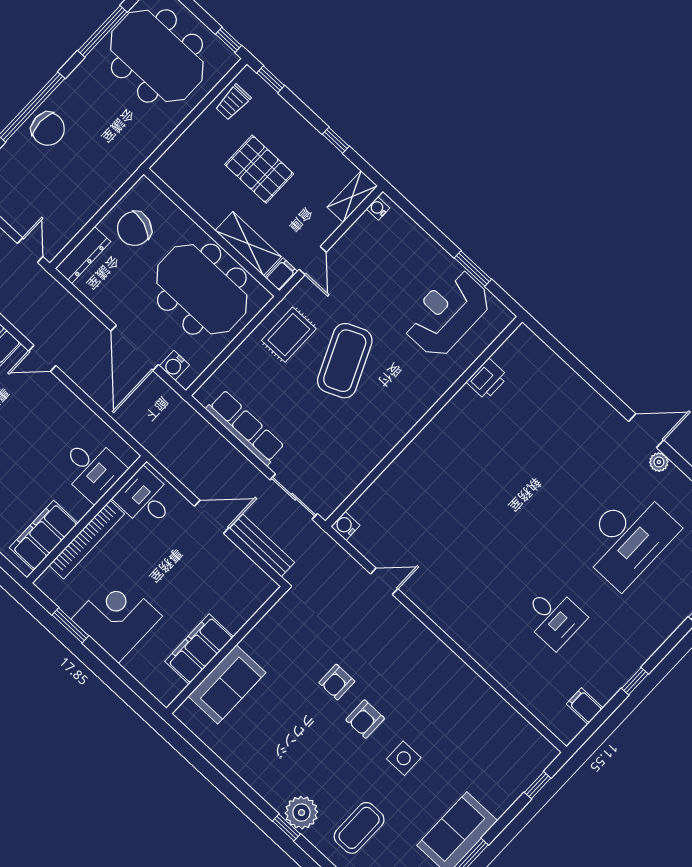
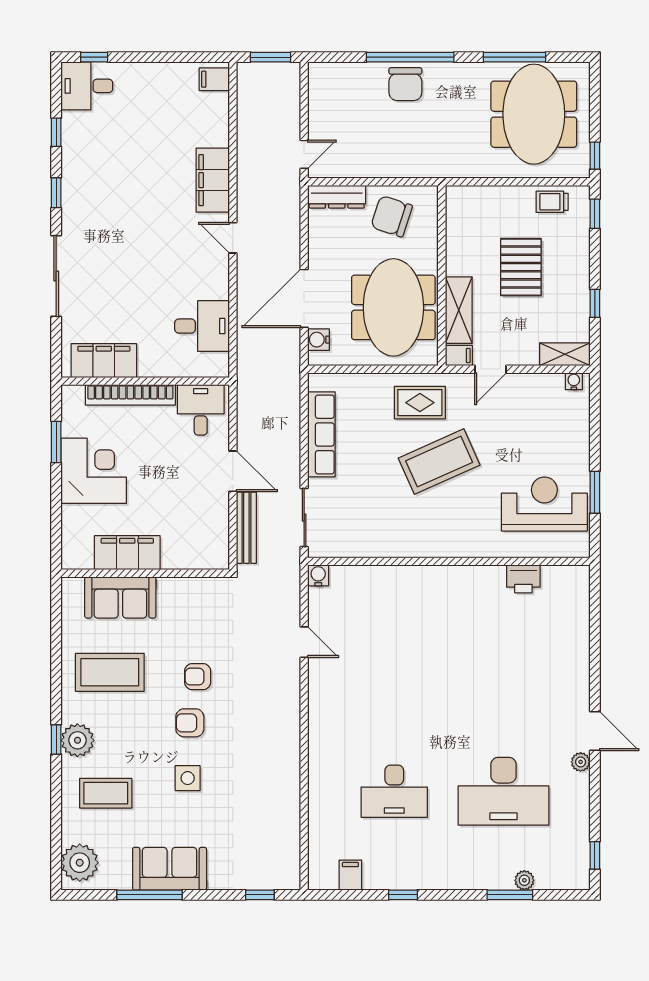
desk: (92, 469) -> (202, 326), moved, turned -90
desk: (554, 617) -> (394, 791), width x1.37
coffee table: (274, 743) -> (110, 672), added

